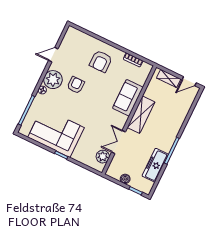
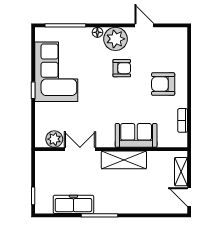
boiler: (125, 179) -> (41, 177), removed

